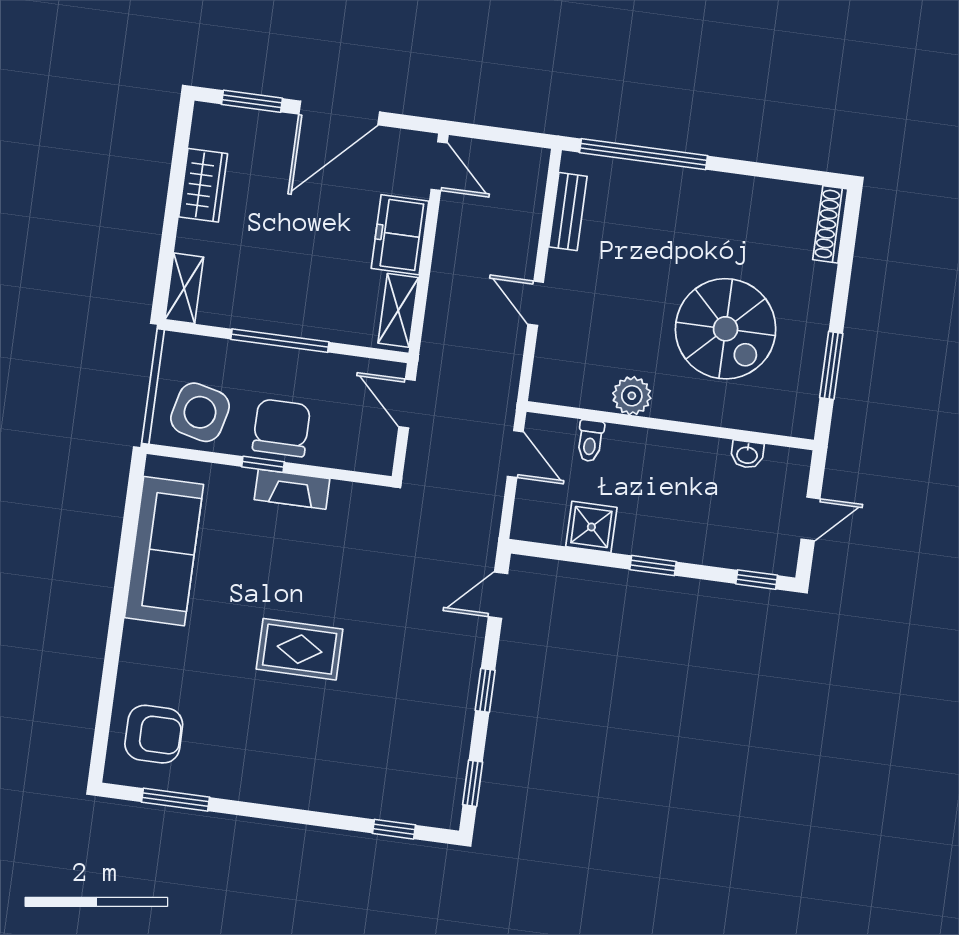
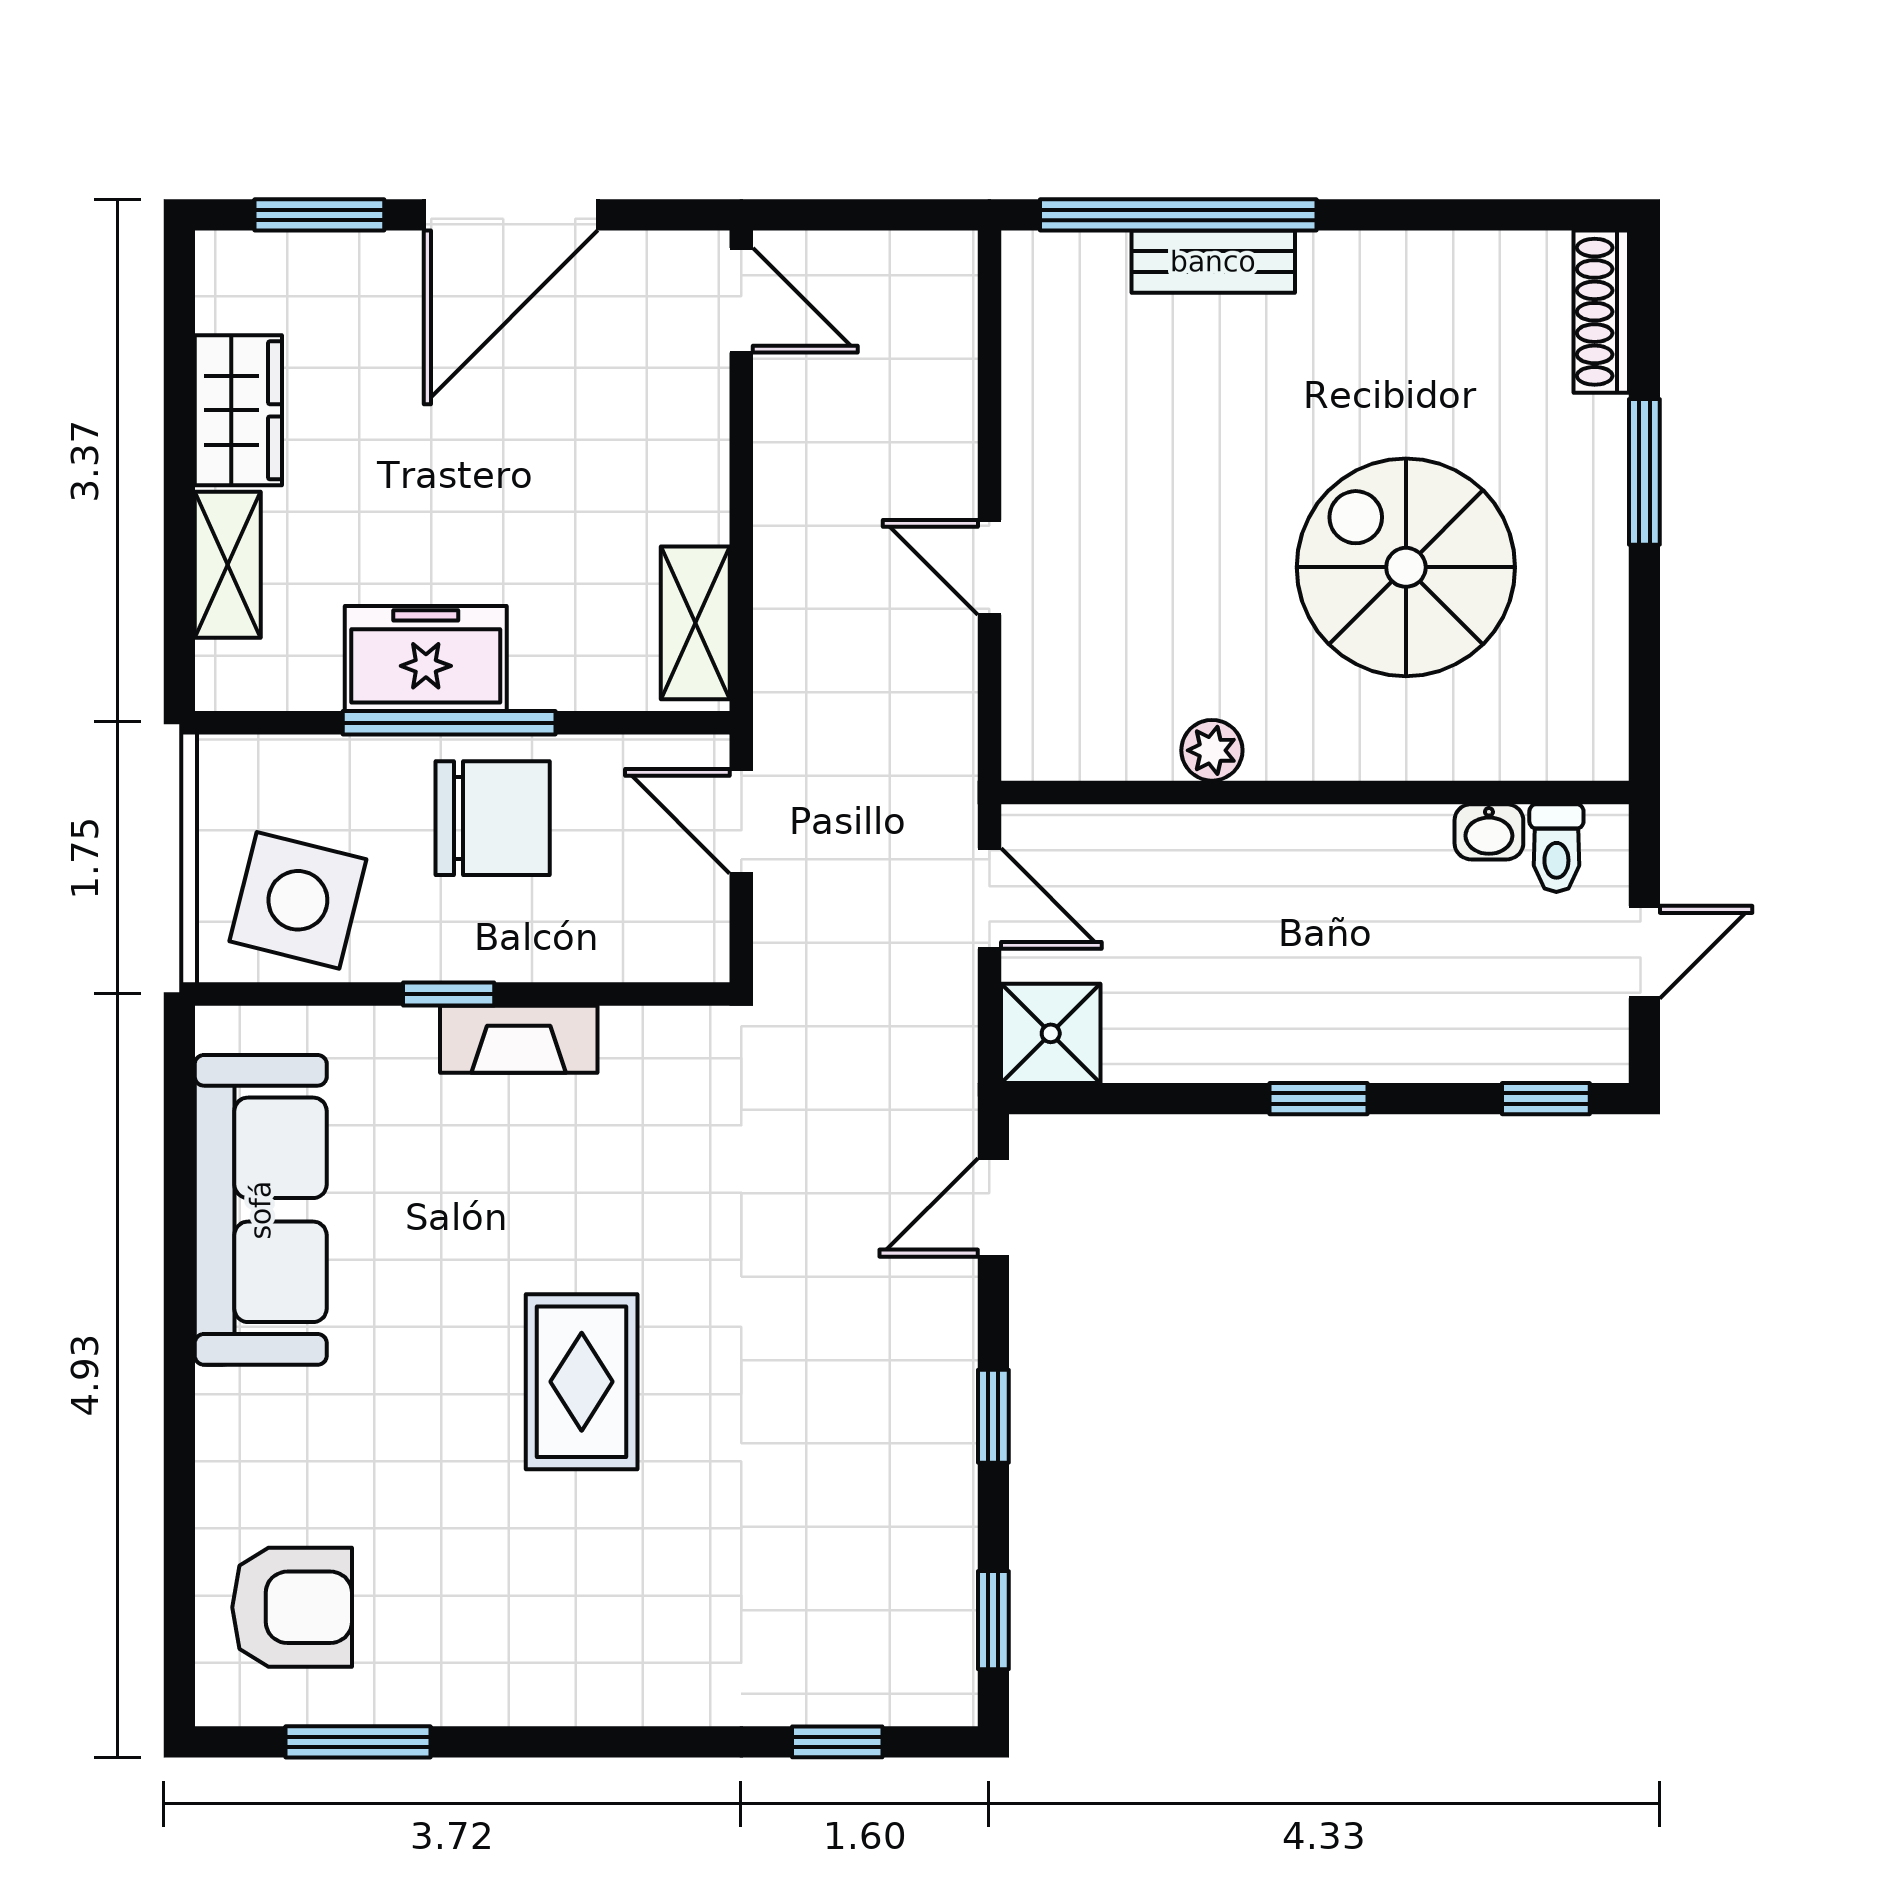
bench: (568, 212) -> (1213, 262), moved, turned 90
freezer: (400, 235) -> (426, 658), moved, turned 90
shelving: (184, 288) -> (228, 565), moved
spiral stairs: (726, 329) -> (1406, 567), turned 180
window: (831, 365) -> (1644, 472), moved
plant: (632, 396) -> (1212, 750), width x0.73, depth x0.73
chair: (281, 428) -> (493, 818), moved, turned 90
toilet: (590, 441) -> (1556, 848), moved
shower: (591, 527) -> (1051, 1033), moved
rug: (300, 649) -> (582, 1382), turned 90

